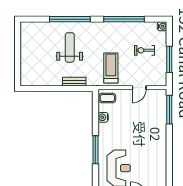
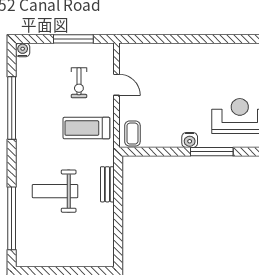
window: (70, 19) -> (12, 218), moved
exercise bike: (144, 50) -> (79, 83), moved
window: (169, 110) -> (150, 39), removed
water cooler: (103, 117) -> (190, 140), moved

